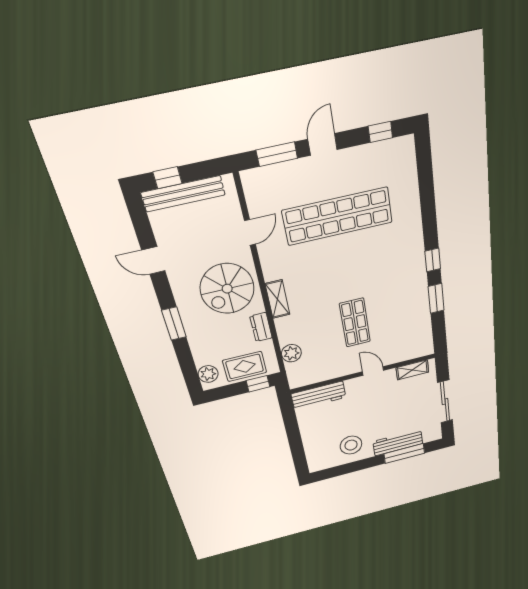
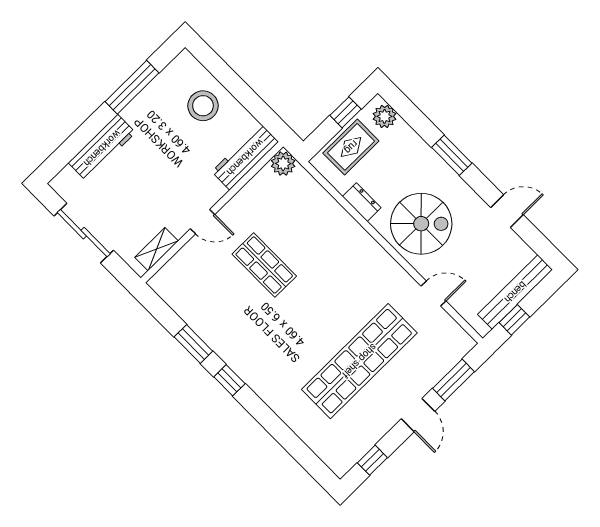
window: (167, 178) -> (514, 320), moved
door: (250, 232) -> (434, 293), swing flipped
spiral stairs: (227, 289) -> (421, 224), turned 90
shelving: (278, 299) -> (364, 242), removed
plant: (291, 353) -> (283, 164), moved
window: (258, 384) -> (346, 112), moved
stool: (351, 445) -> (203, 106), moved
window: (404, 453) -> (132, 87), moved

